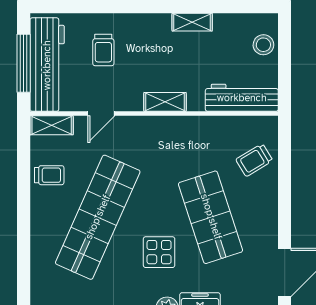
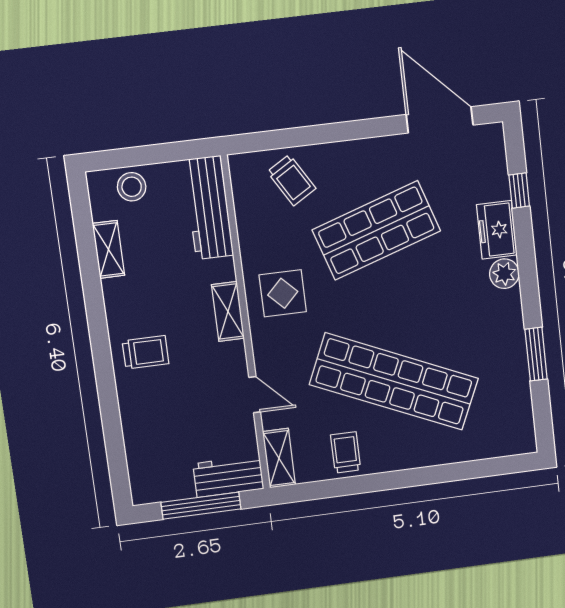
shelving: (192, 22) -> (109, 249), moved
trolley: (103, 50) -> (146, 352), moved
workbench: (47, 65) -> (228, 476), width x0.53, depth x0.76
display table: (159, 252) -> (283, 293), moved

